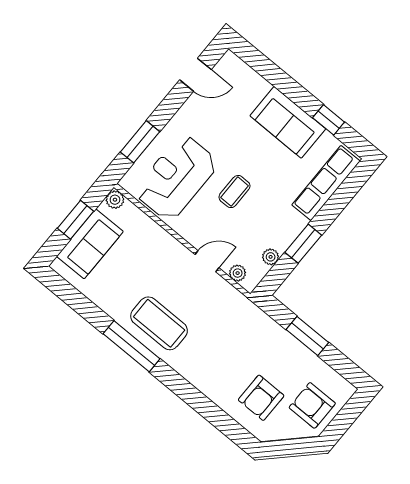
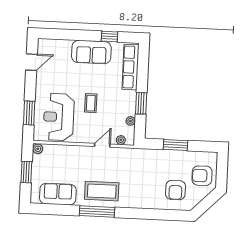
sofa: (90, 244) -> (58, 194), moved, turned -90

